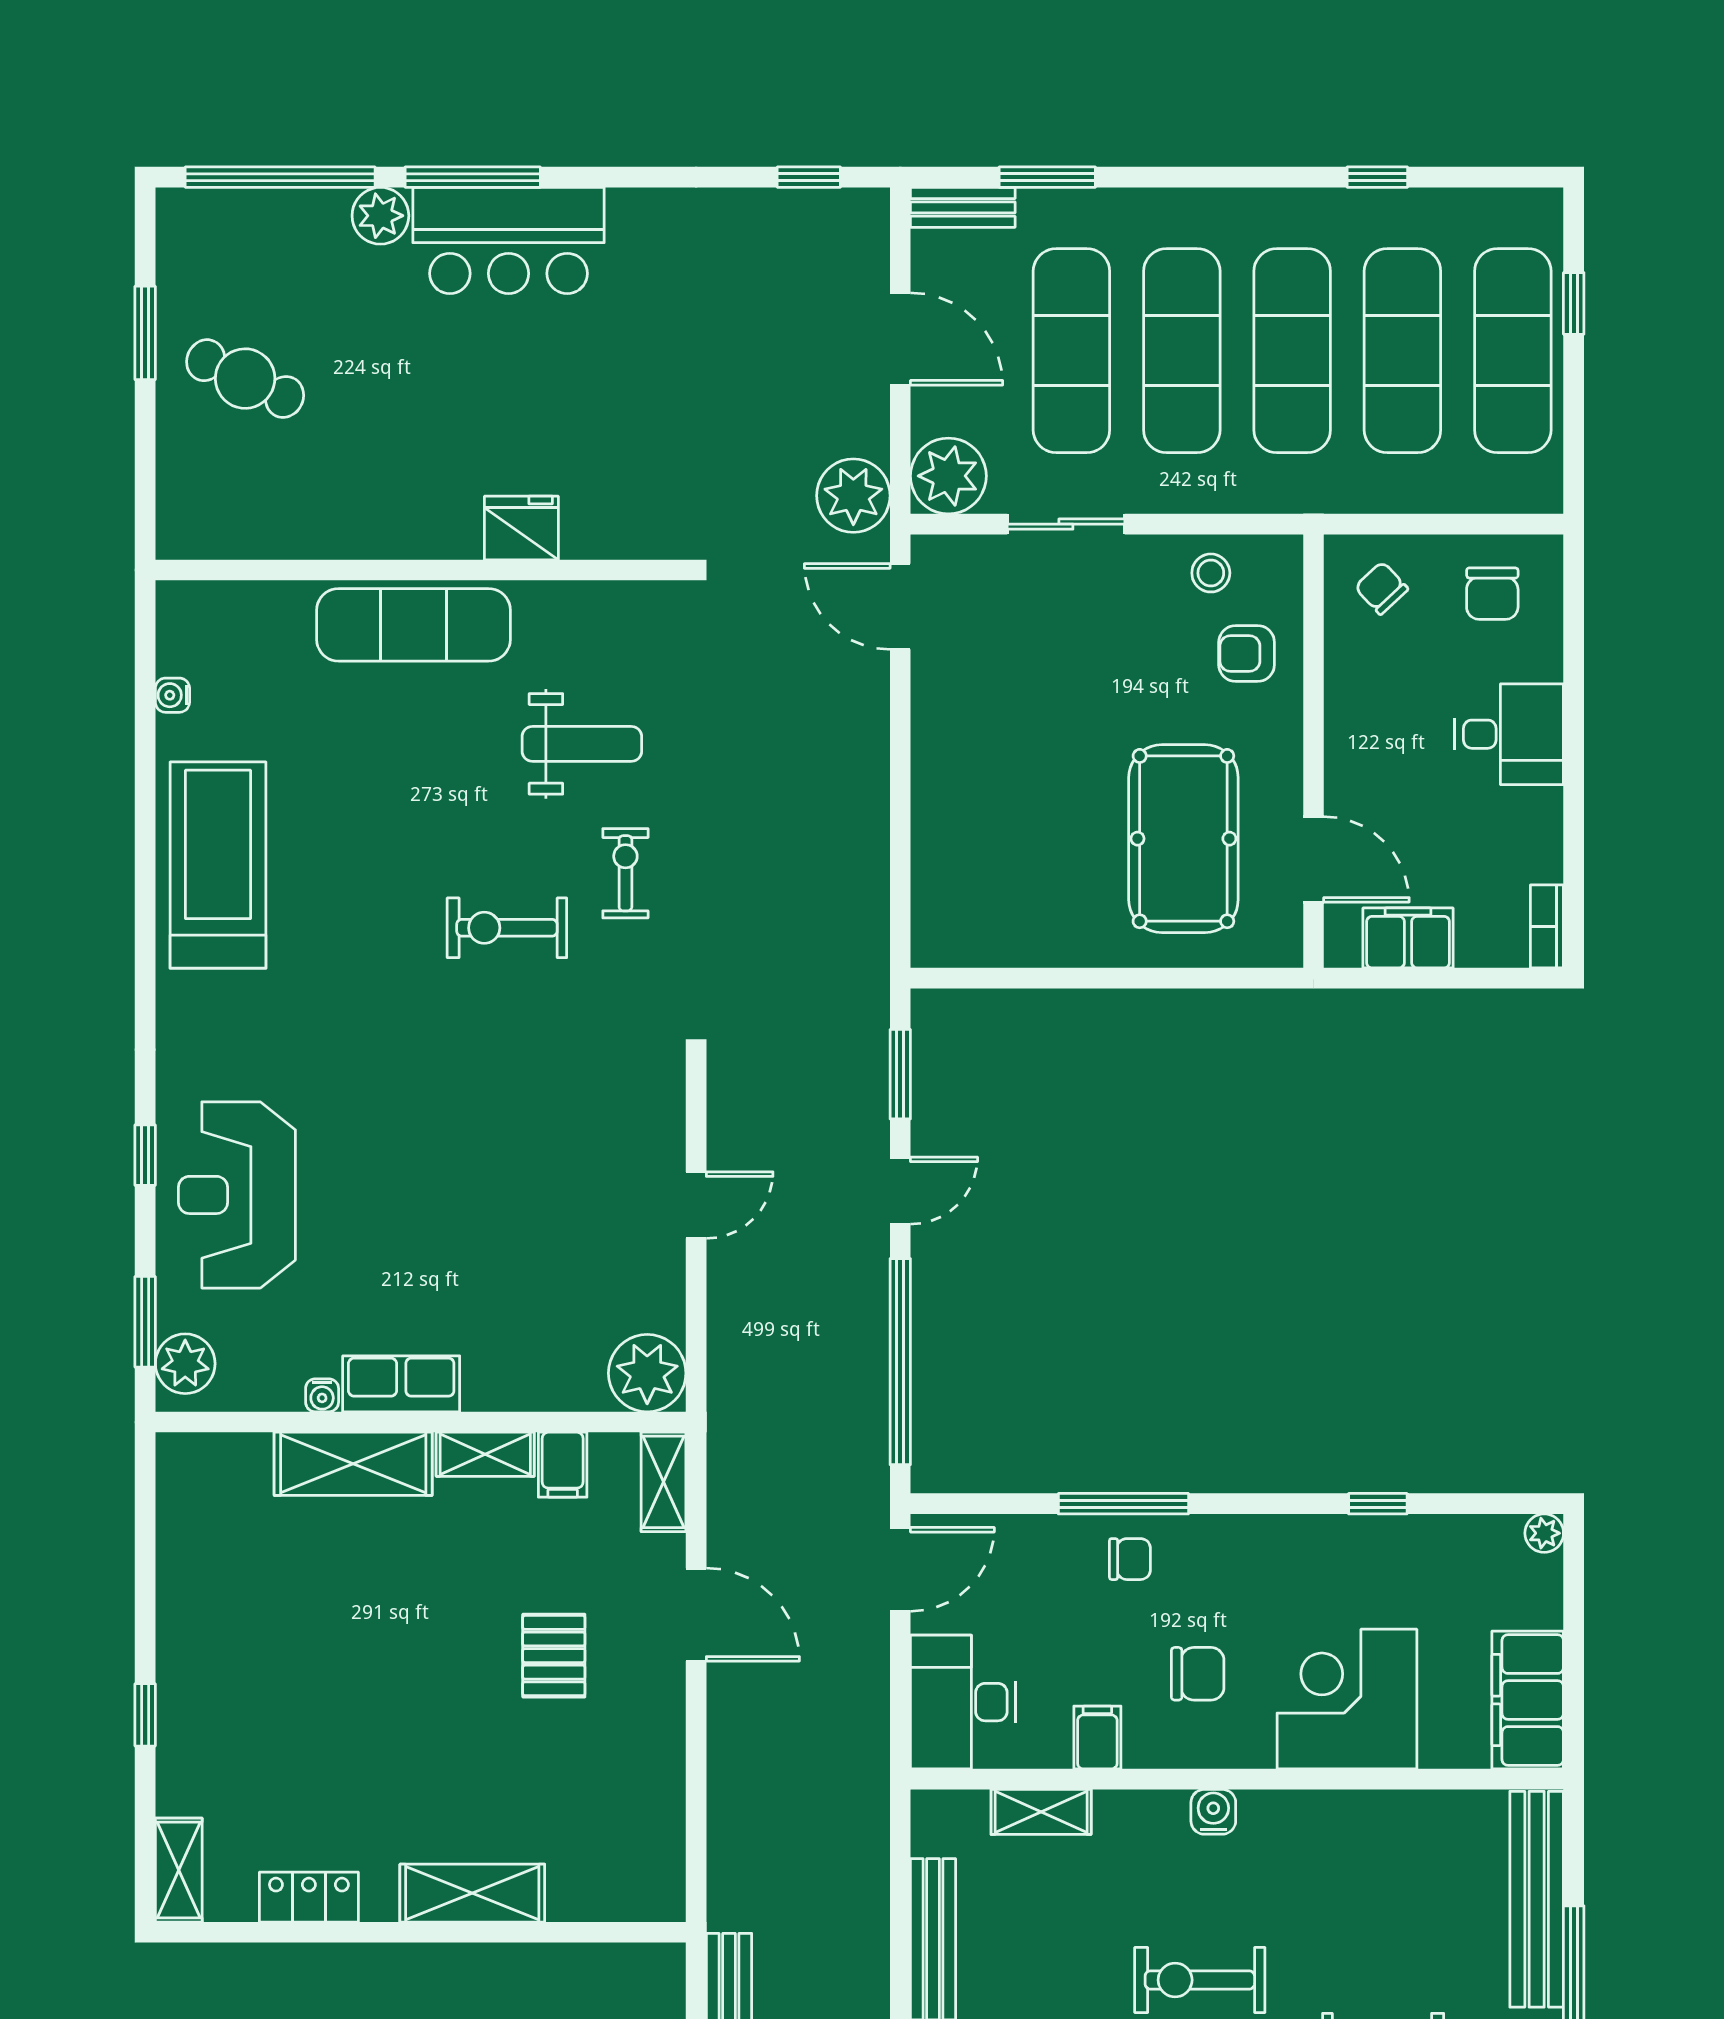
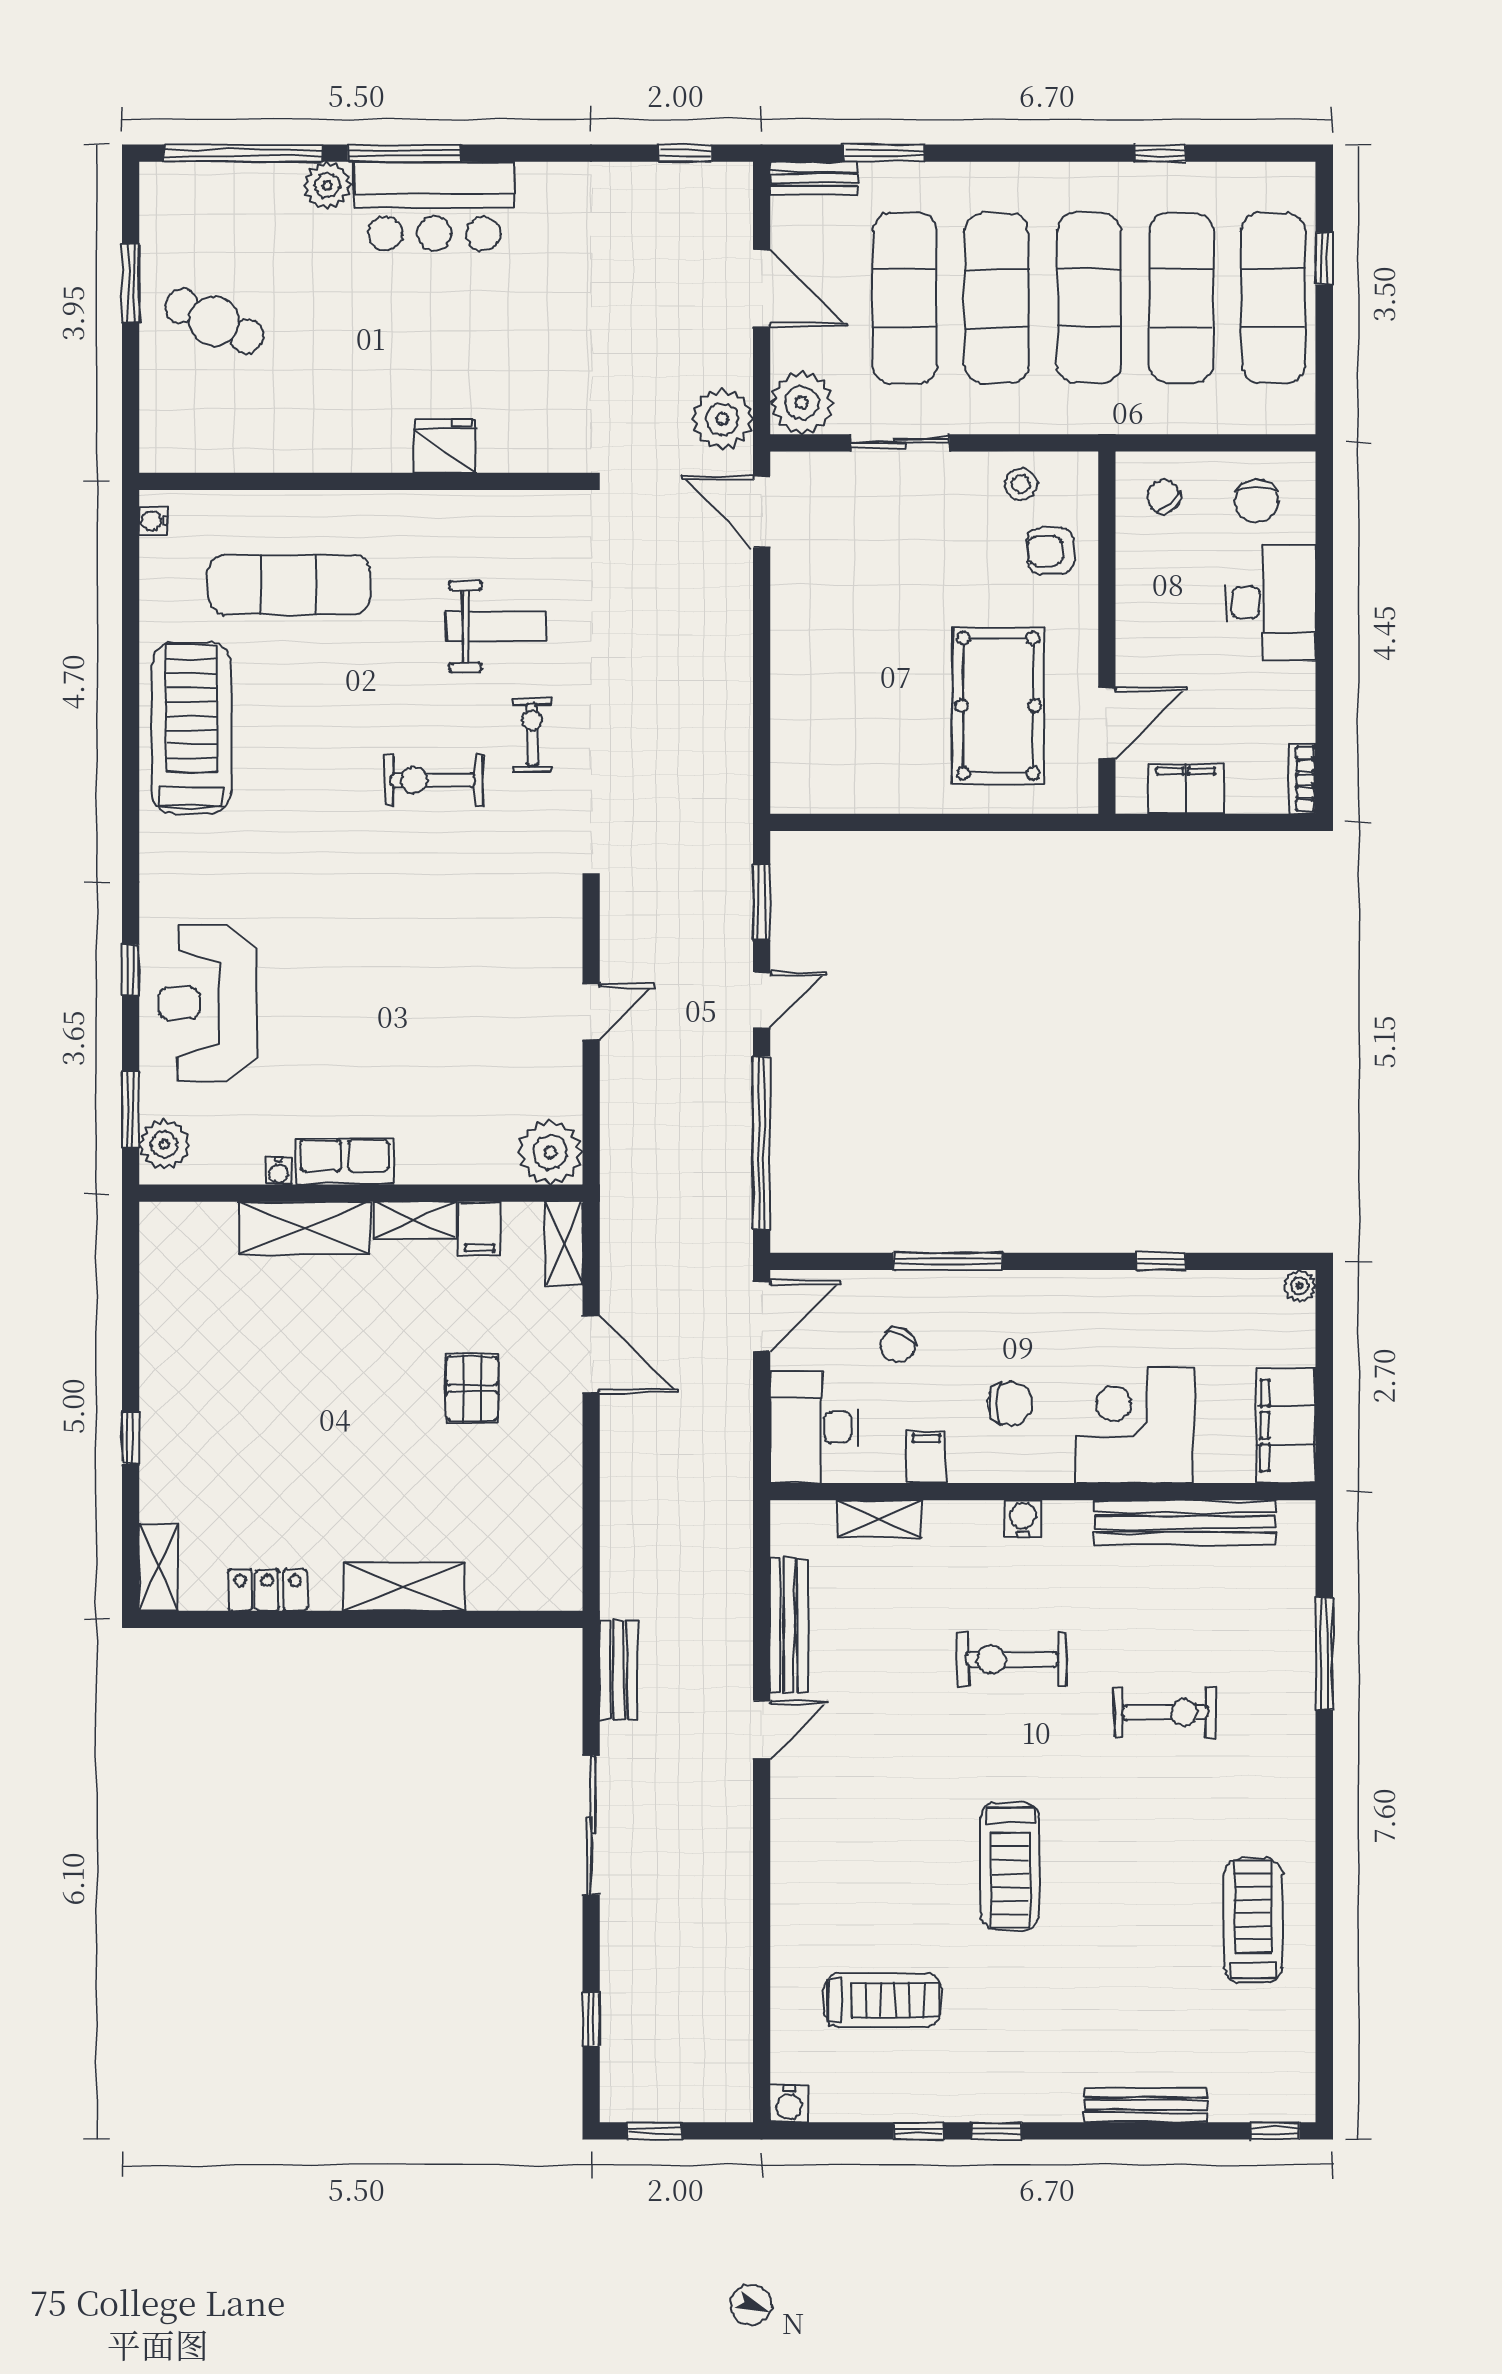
exercise mat: (414, 625) -> (289, 584), moved
water cooler: (172, 695) -> (153, 521), moved
desk: (1509, 734) -> (1270, 603), width x1.37
door: (1313, 859) -> (1107, 723), hinge flipped
chair: (1130, 1559) -> (898, 1345), moved, turned 113
bench: (1537, 1899) -> (1185, 1523), moved, turned 90

